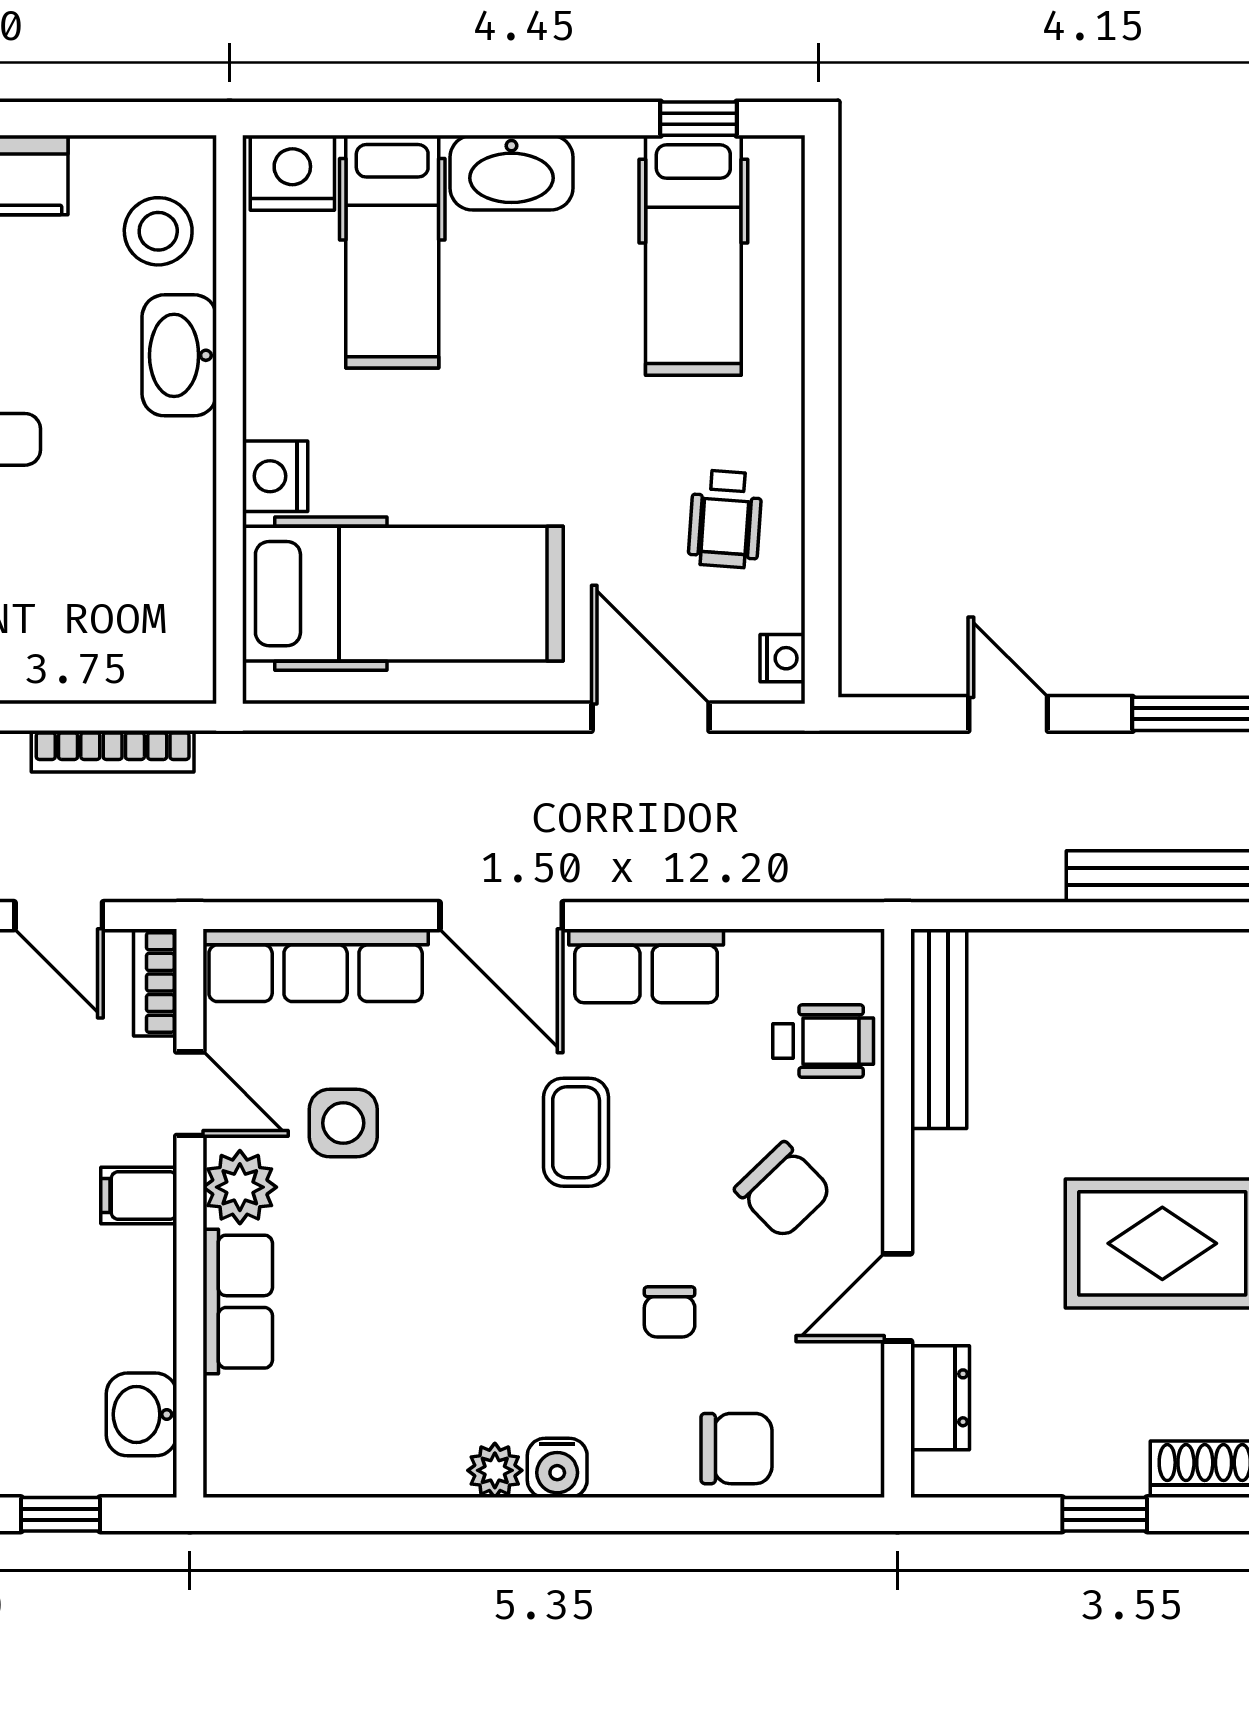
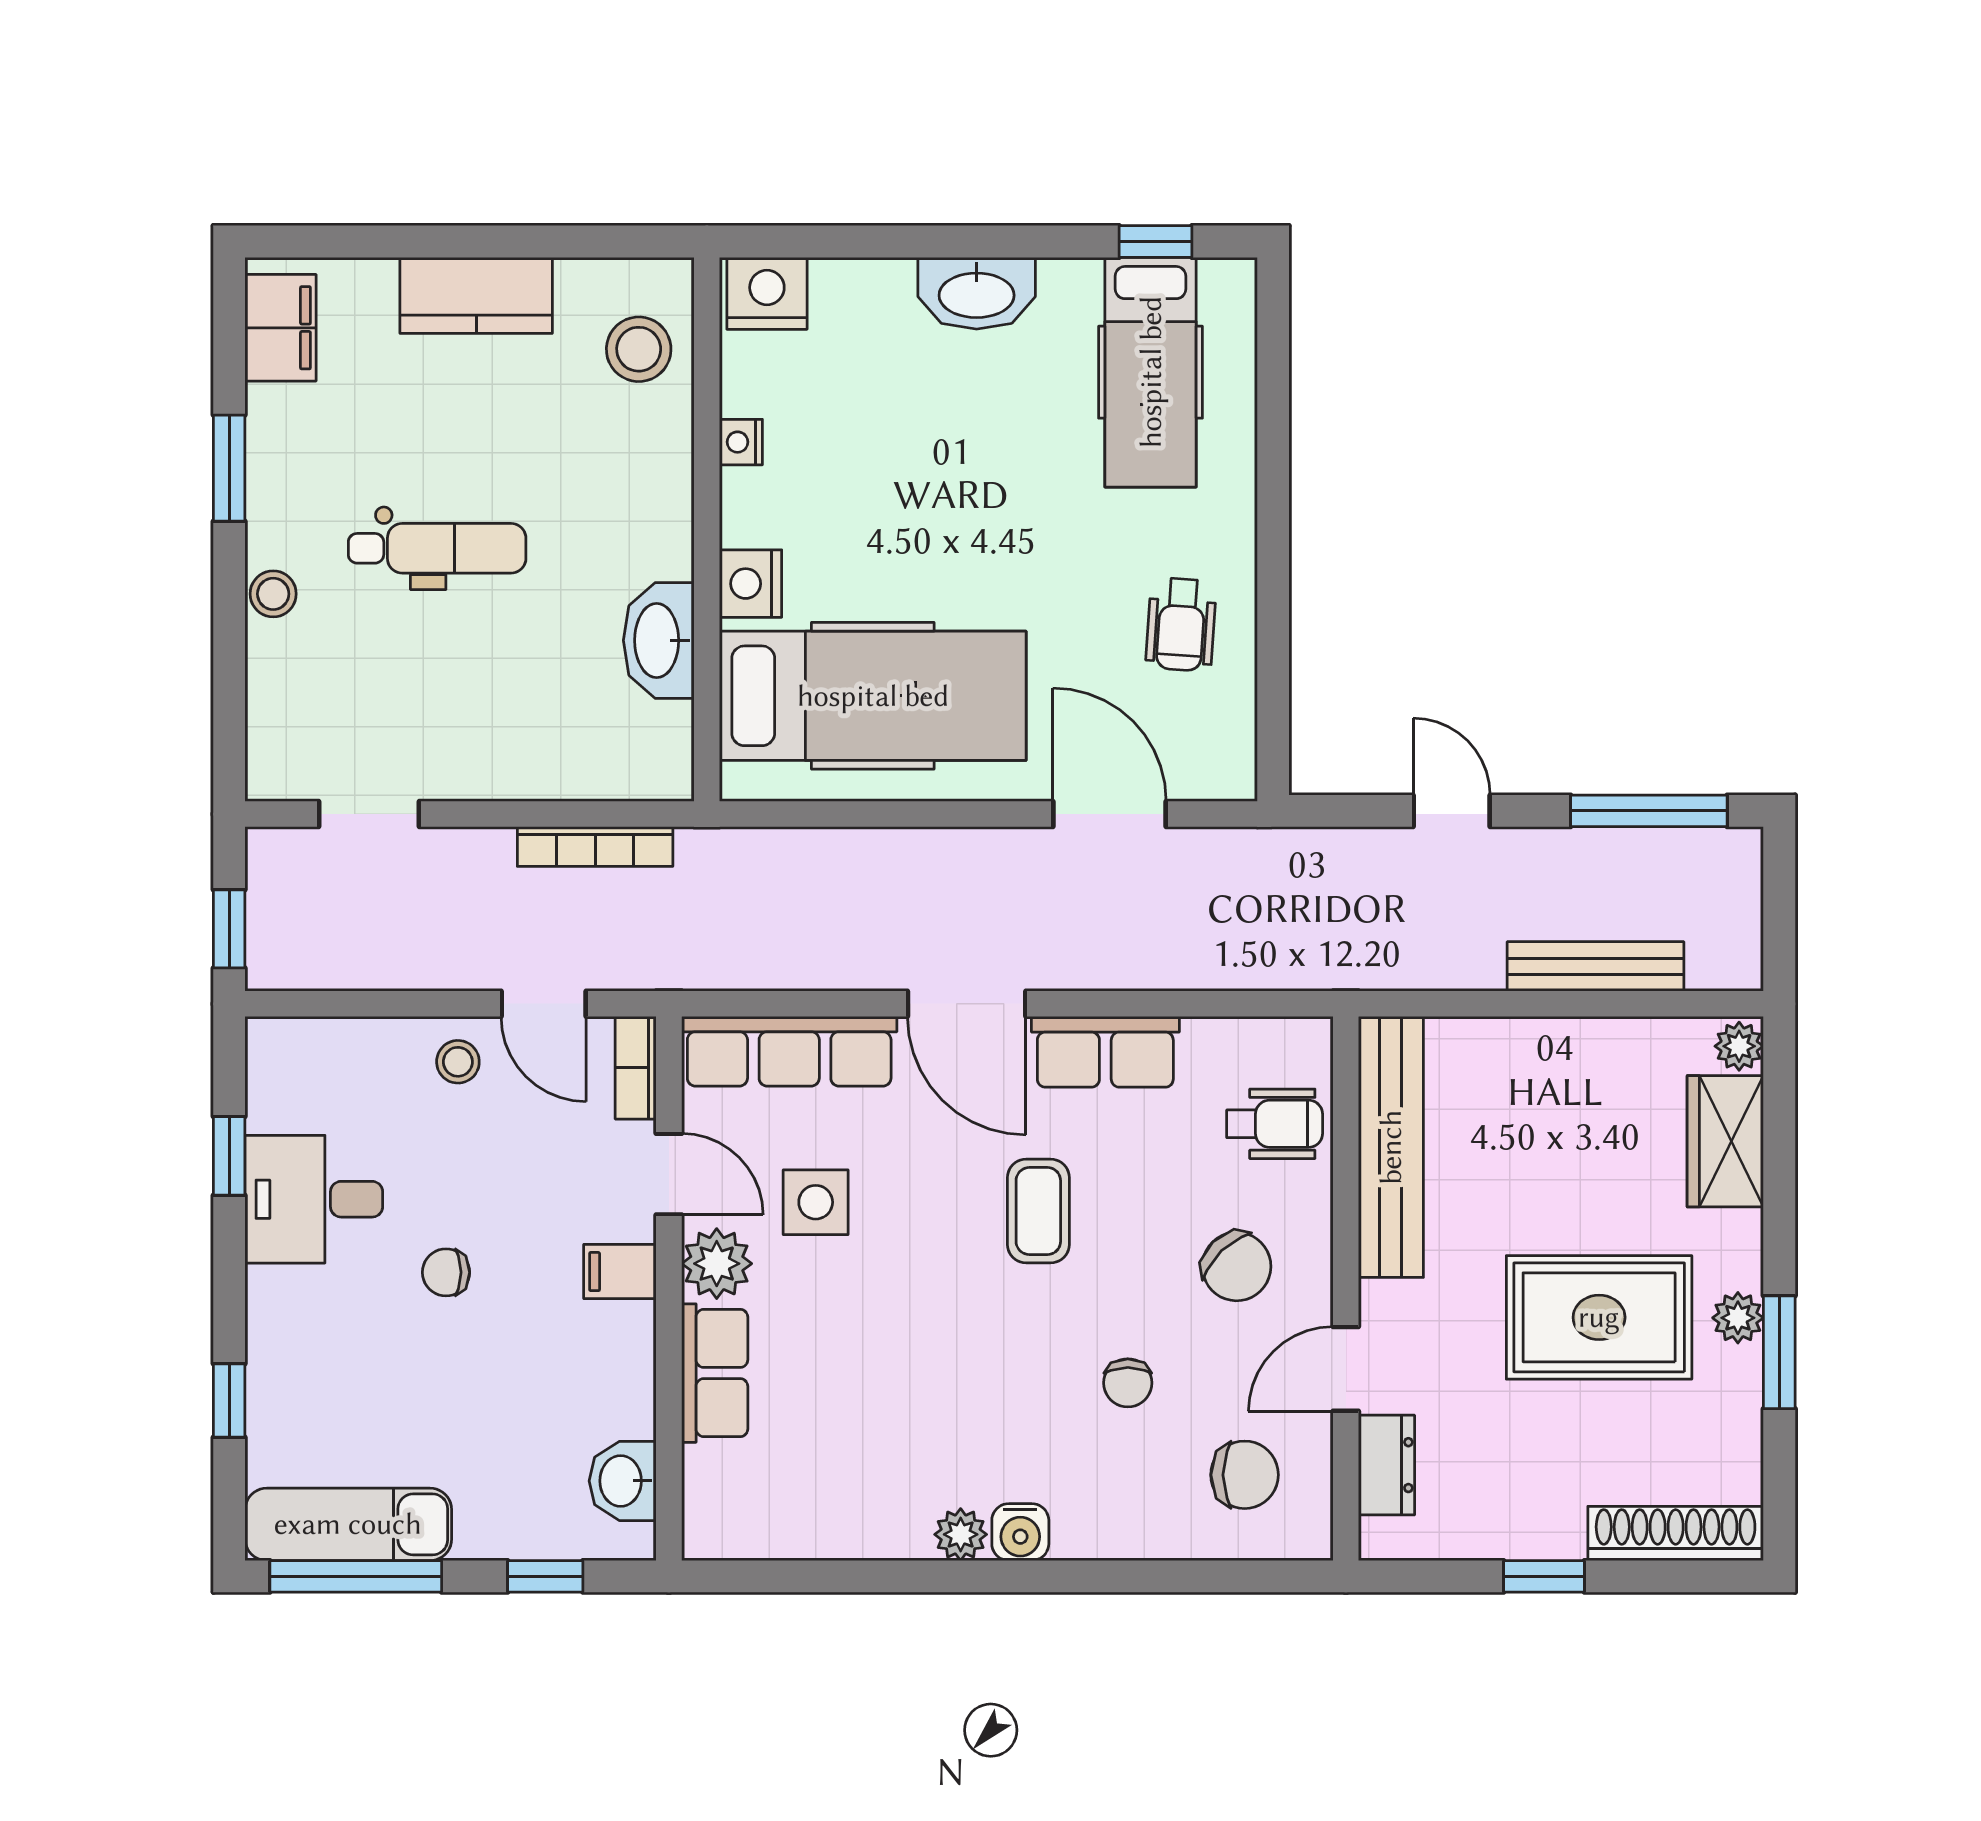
hospital bed: (392, 252) -> (862, 369), removed
washbasin: (179, 355) -> (659, 640), moved
nightstand: (783, 658) -> (741, 442), moved, turned 180
bench: (939, 1029) -> (1391, 1147), width x1.37, depth x1.21
chair: (736, 1449) -> (1245, 1475), moved

